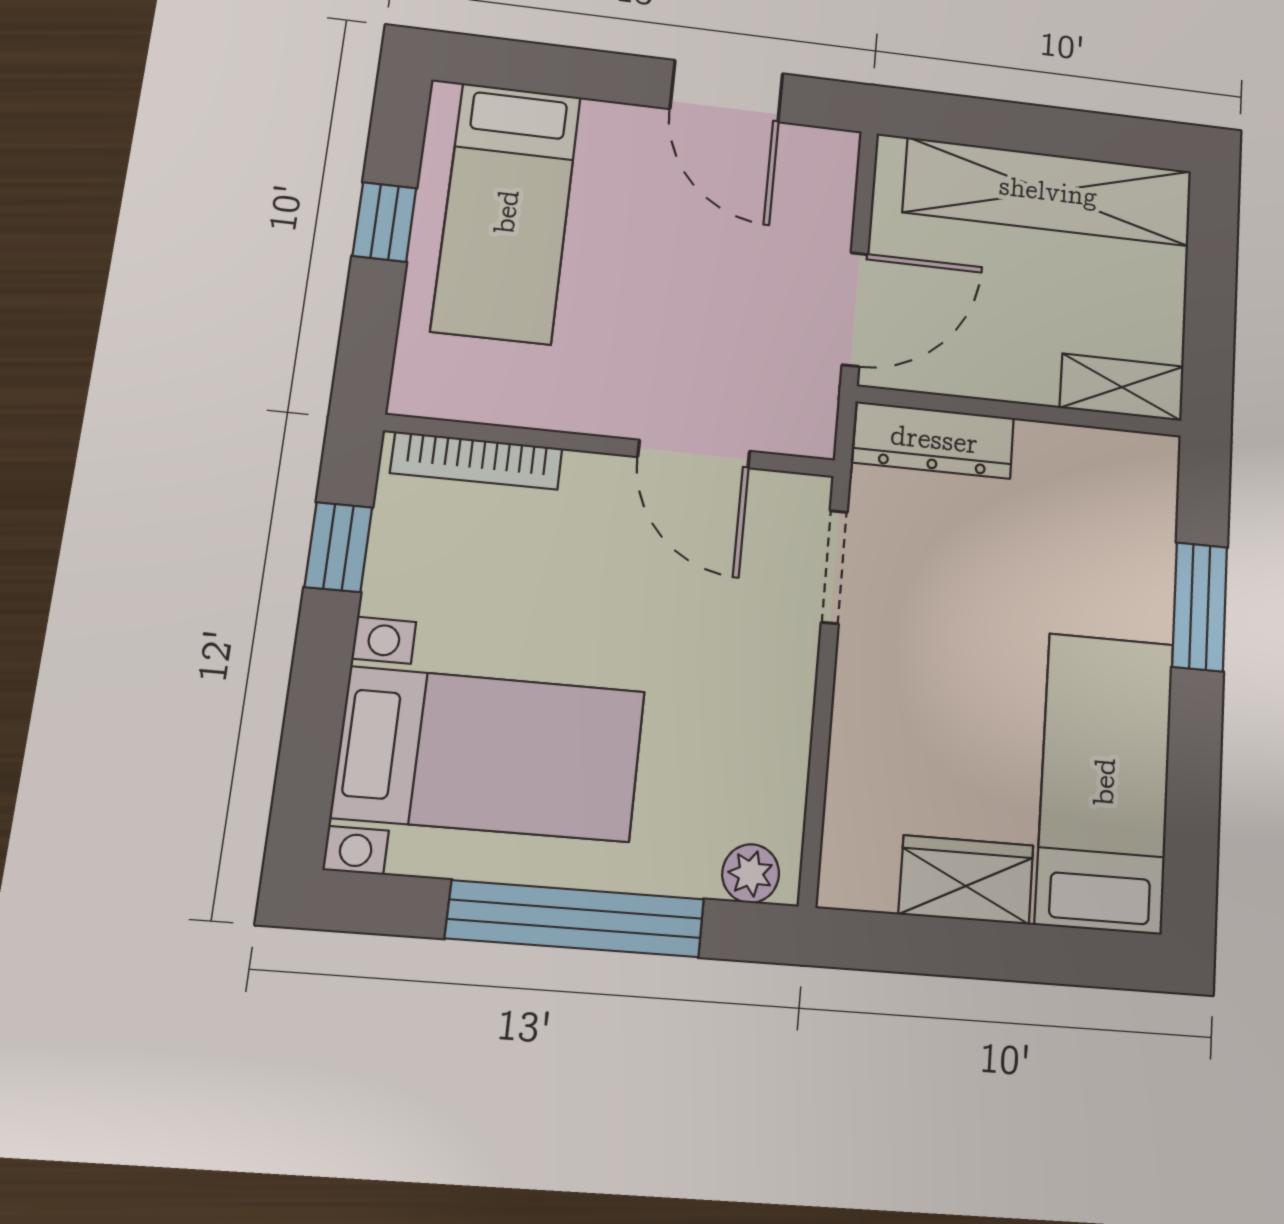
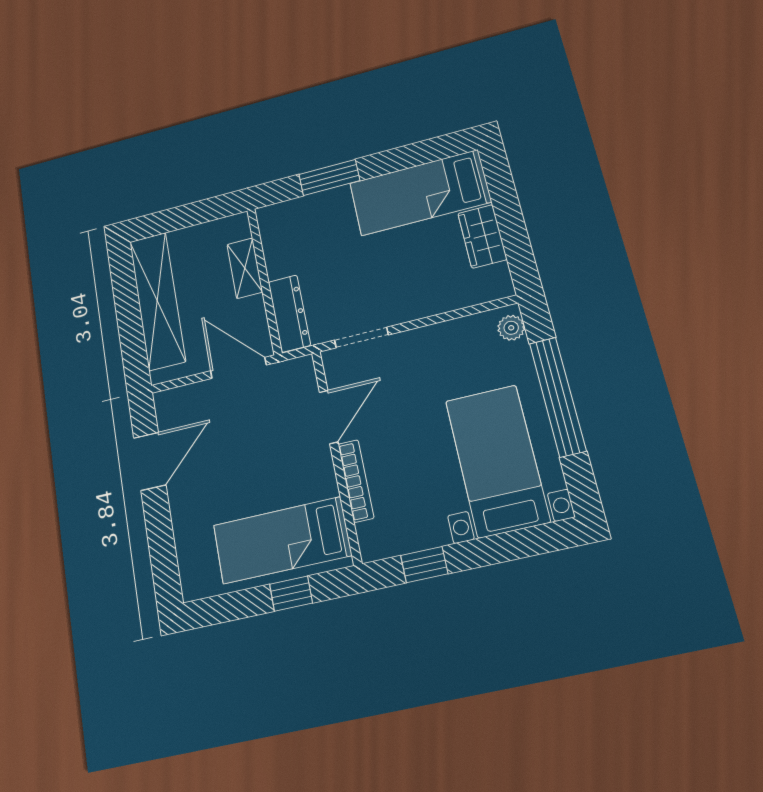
bed: (507, 212) -> (282, 540), moved, turned 180
window: (384, 222) -> (291, 594), moved
shelving: (1122, 387) -> (245, 268), moved
bookcase: (477, 461) -> (356, 481), moved

